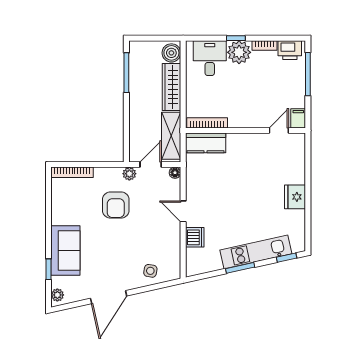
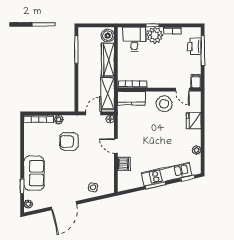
printer: (290, 50) -> (194, 46), moved, turned 90
door: (279, 130) -> (182, 90), swing flipped
stool: (252, 151) -> (164, 104), added
plant: (129, 174) -> (59, 120), moved
fridge: (295, 197) -> (194, 120), moved
armchair: (116, 205) -> (69, 142), turned 90
plant: (299, 217) -> (196, 150), added

